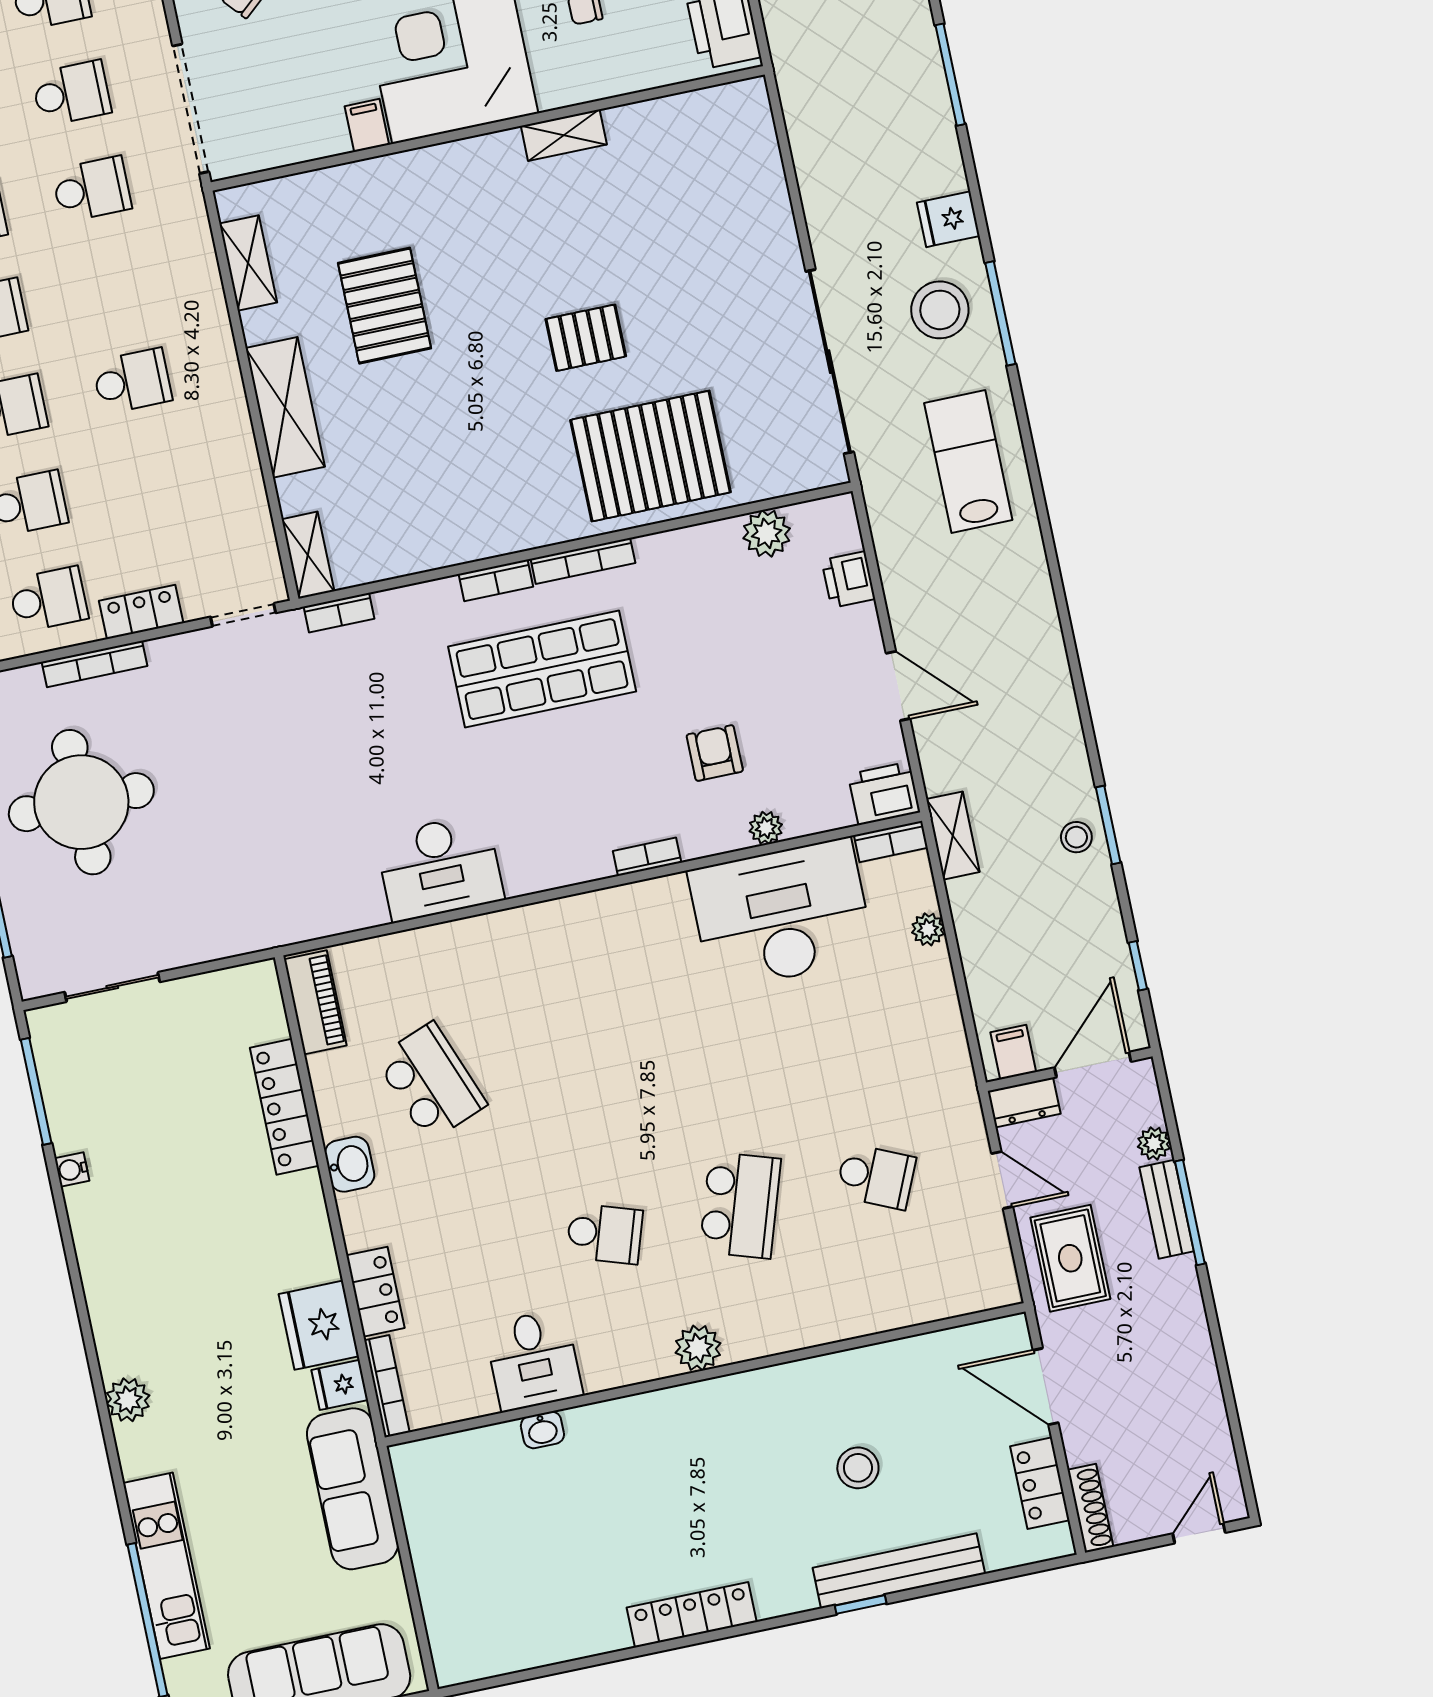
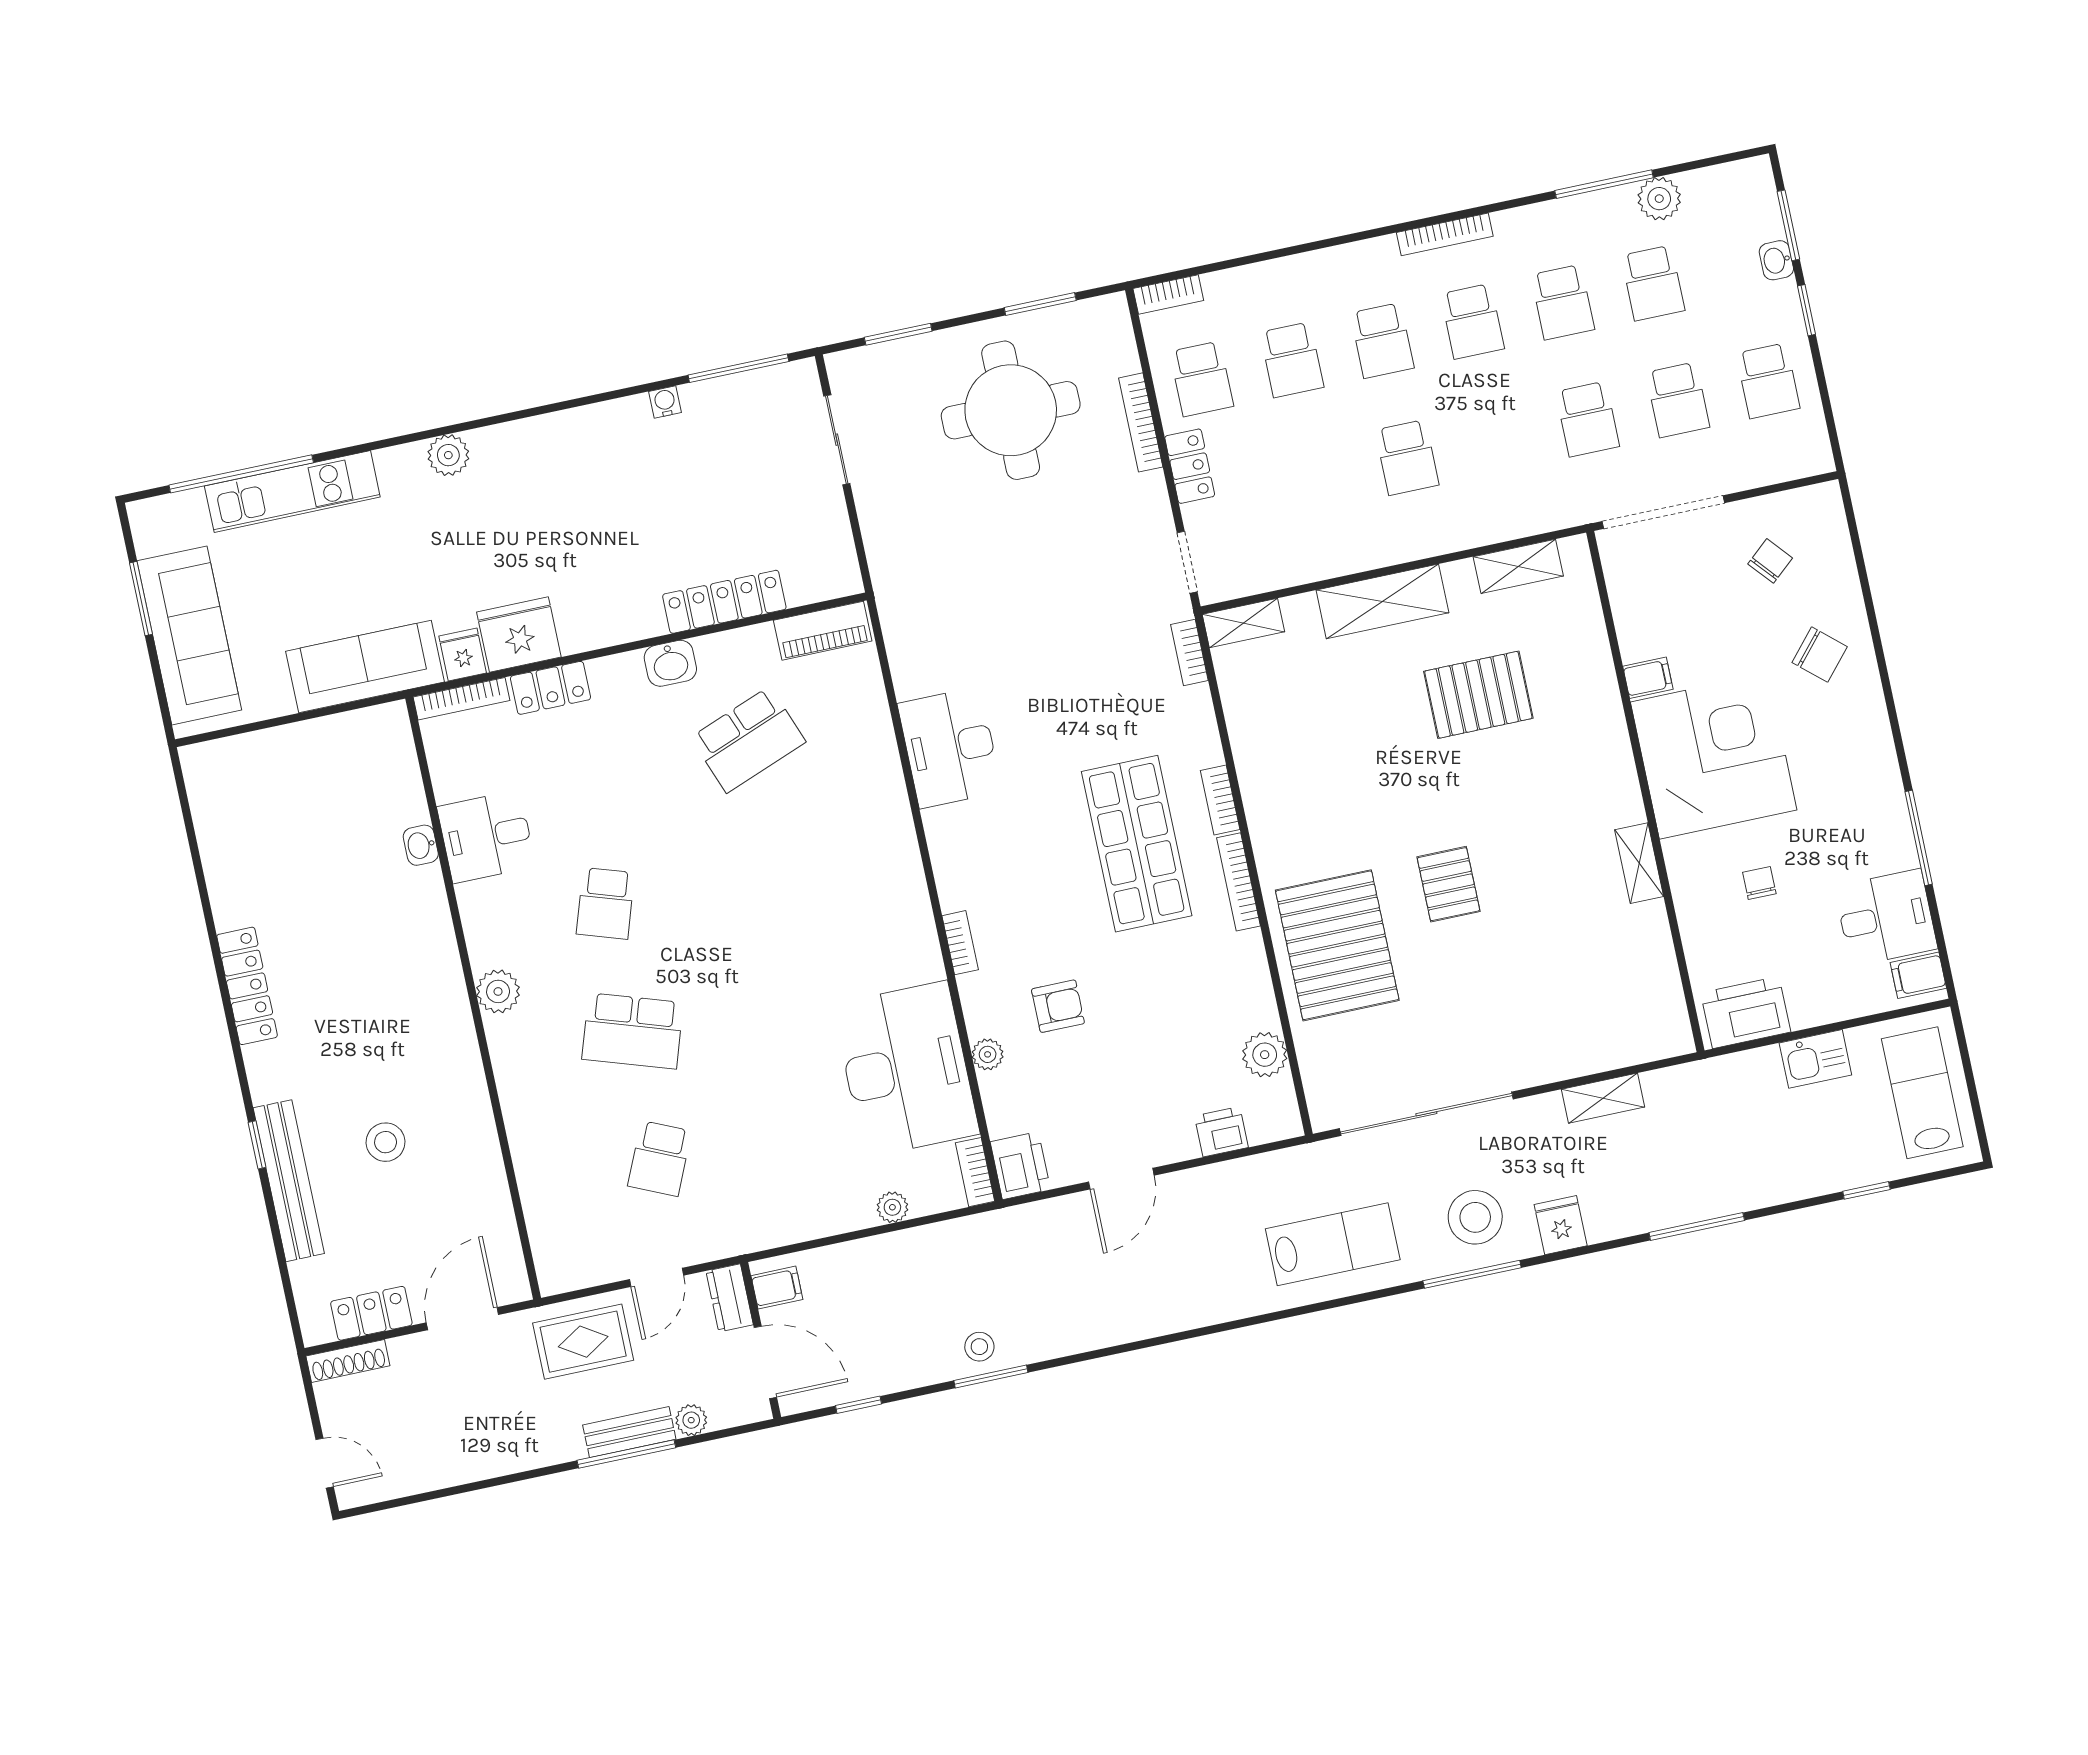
shelving: (953, 836) -> (1603, 1098), moved

